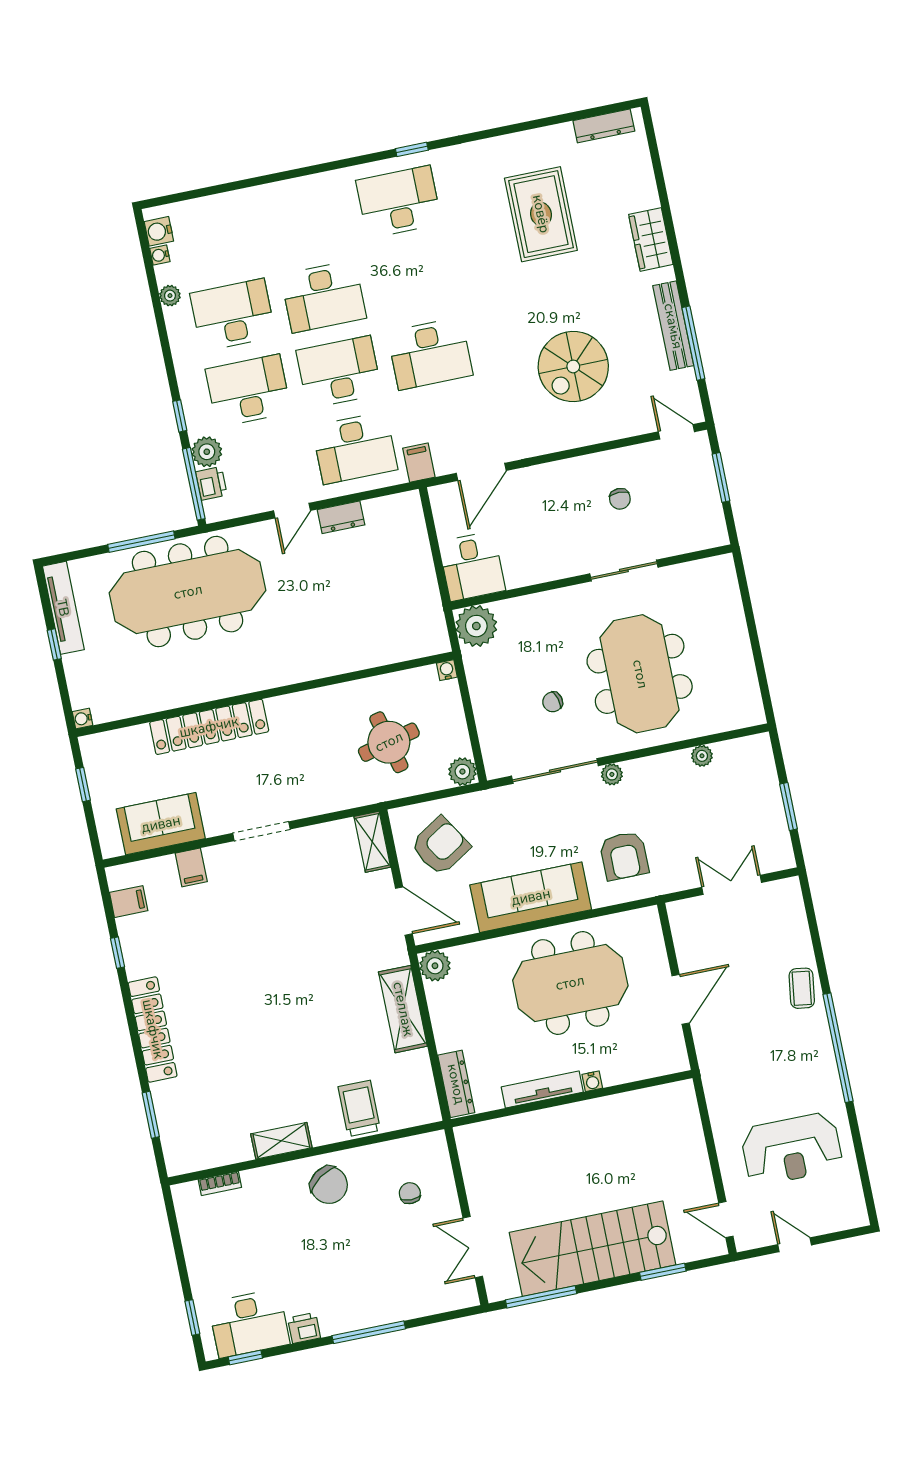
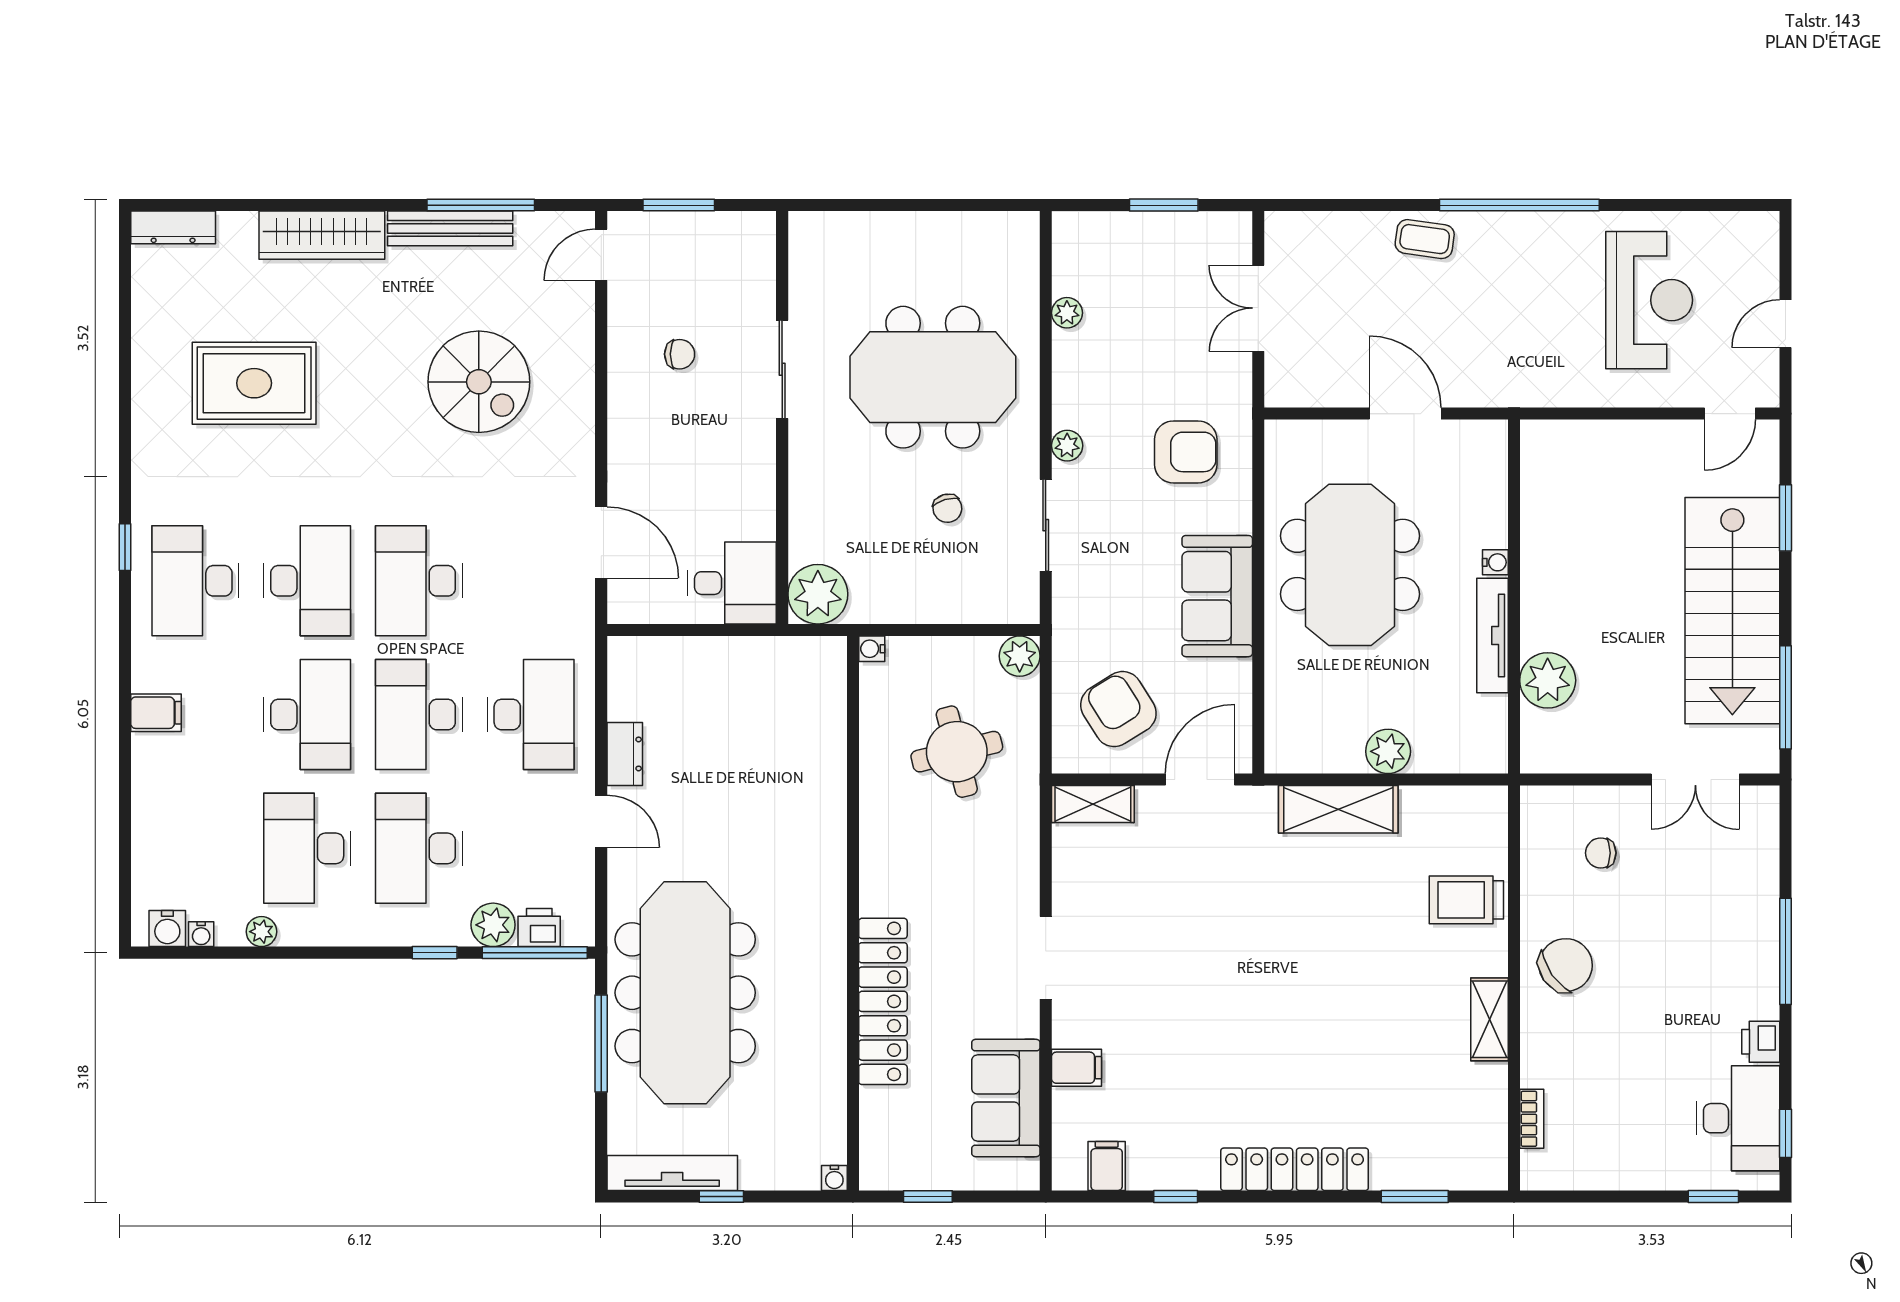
dresser: (604, 126) -> (173, 227), moved, turned 90
wardrobe: (651, 239) -> (322, 235), width x1.50
desk: (414, 278) -> (307, 581), added
desk: (430, 354) -> (419, 581), turned 180
filing cabinet: (419, 463) -> (156, 713), moved, turned 180
sliding door: (555, 771) -> (1046, 525), width x0.73
sofa: (531, 897) -> (1217, 596), width x0.73
plant: (435, 966) -> (1388, 751), moved
dresser: (456, 1084) -> (1460, 756), removed
plant: (520, 1133) -> (1548, 680), added

